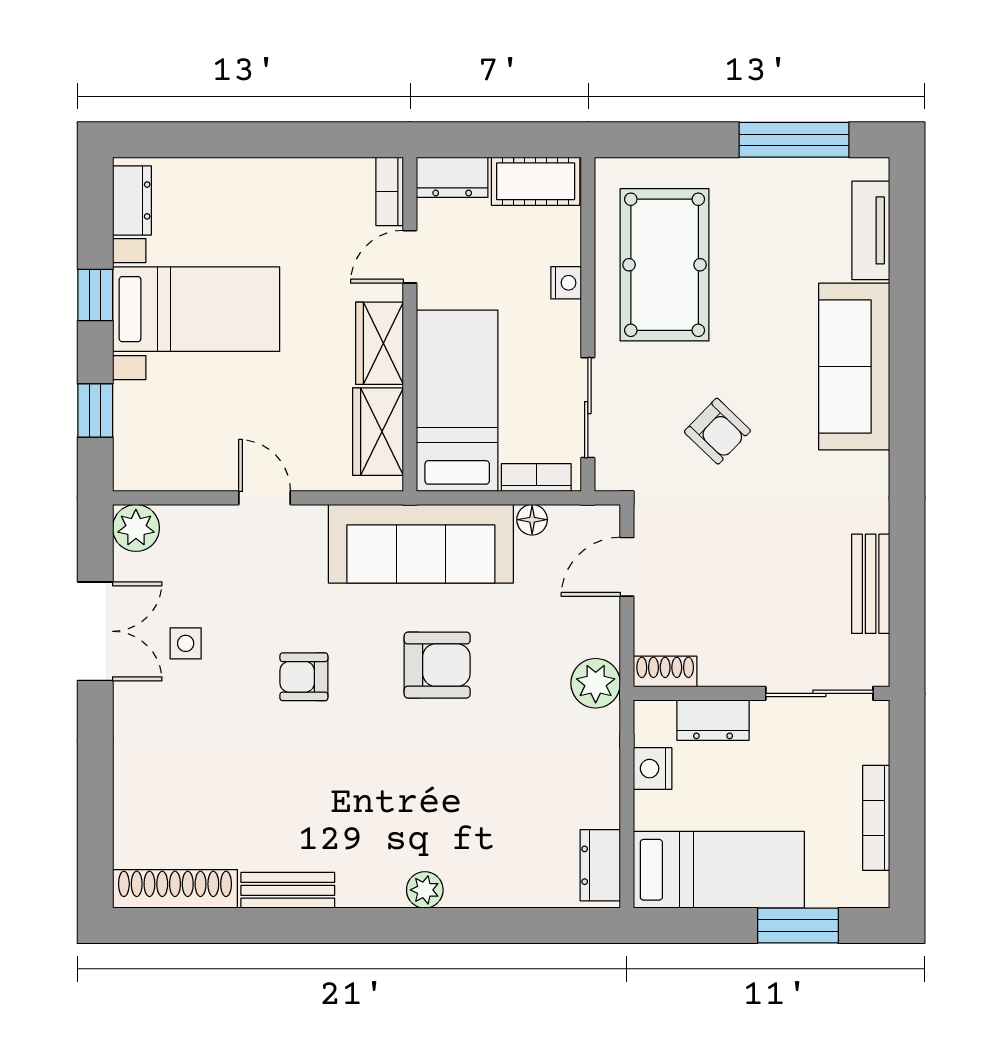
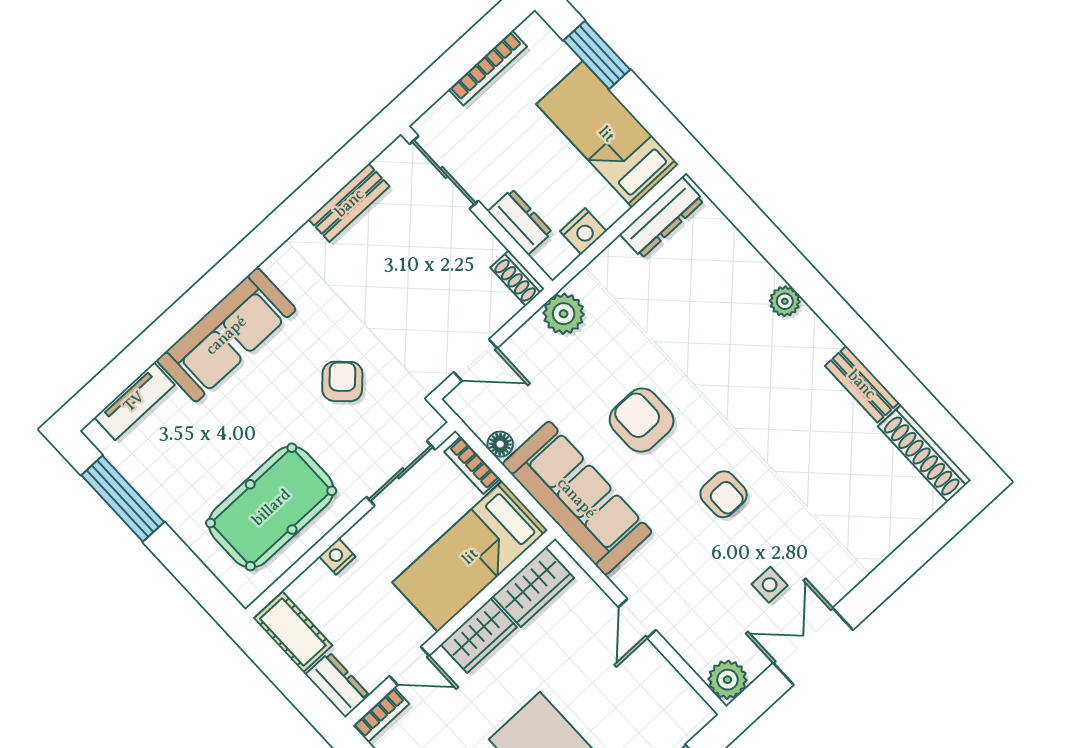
dresser: (600, 865) -> (662, 217), width x1.44

